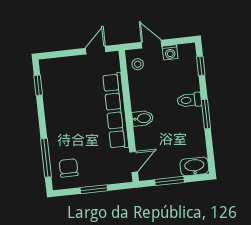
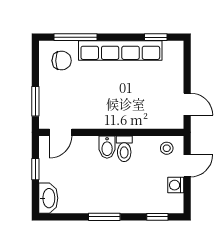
toilet: (189, 100) -> (124, 149), moved, turned 180
row of seats: (116, 111) -> (120, 50), moved, turned 180
door: (134, 162) -> (61, 132), hinge flipped
window: (169, 181) -> (35, 169), width x0.67
window: (94, 189) -> (35, 101), moved

